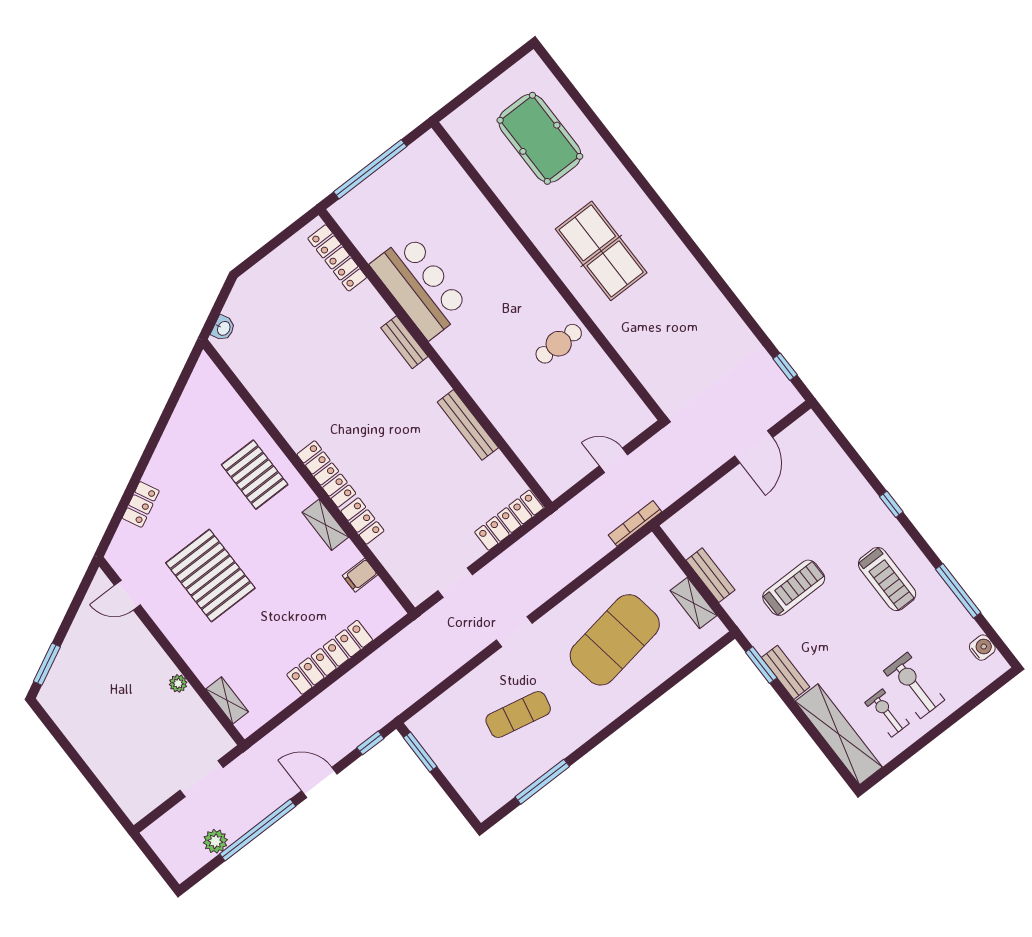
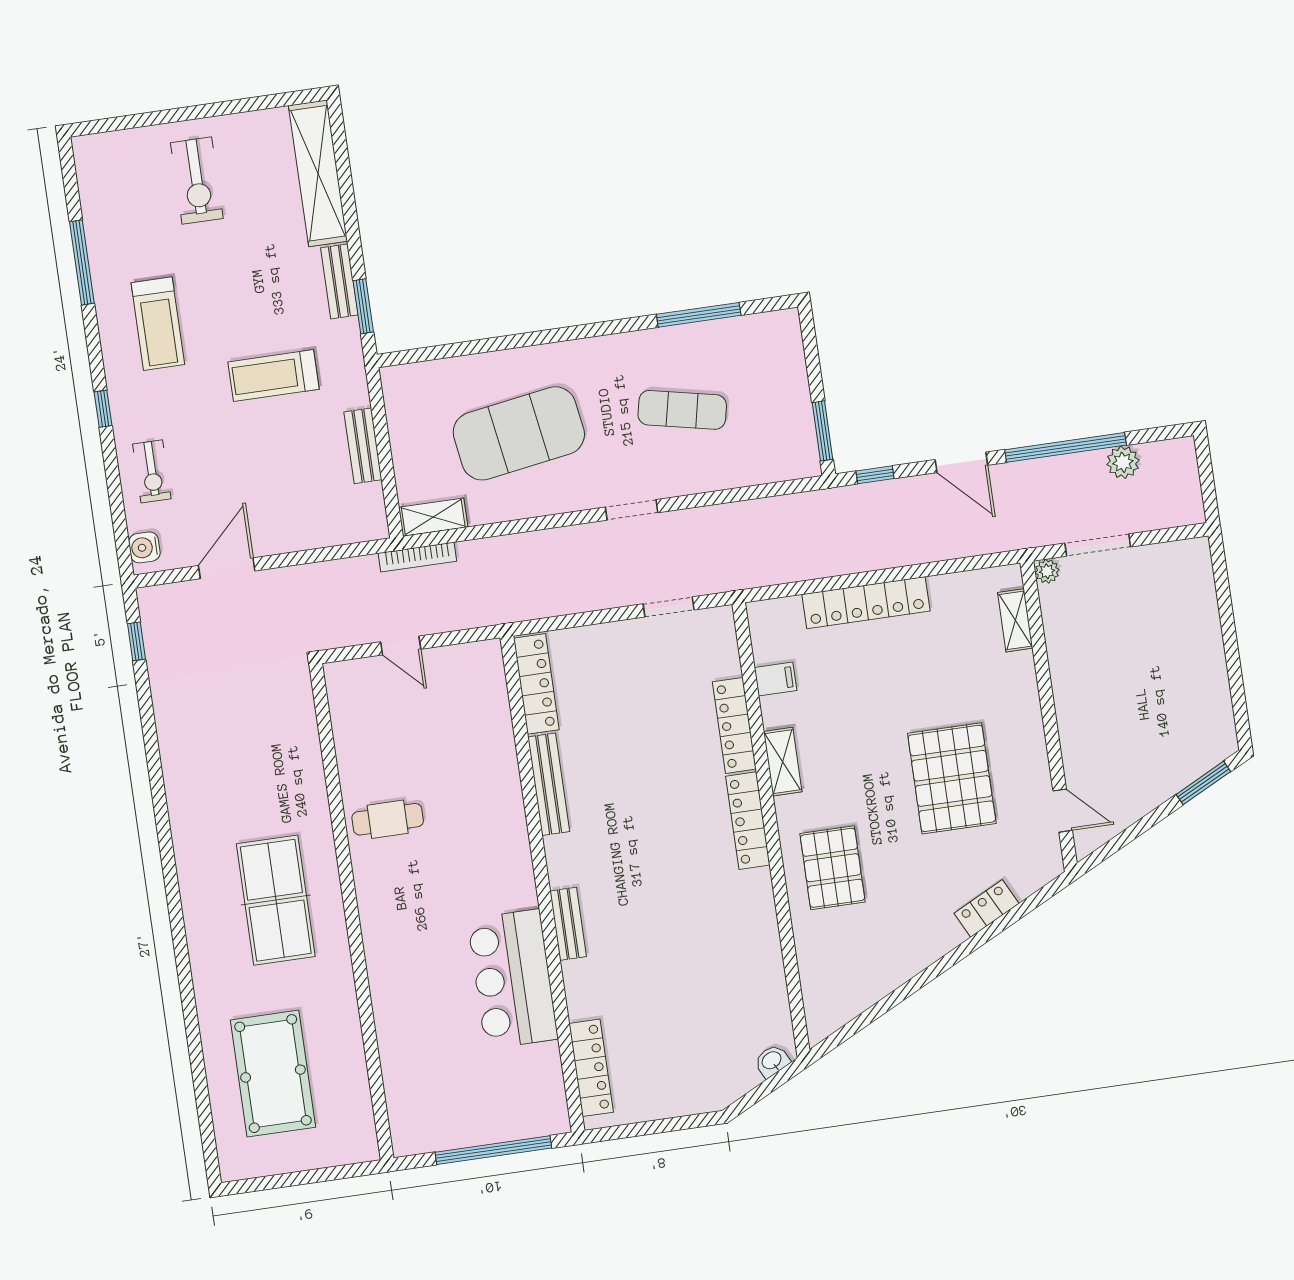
locker: (509, 520) -> (536, 684), moved, turned -90
locker: (362, 521) -> (734, 725), width x1.53
treadmill: (887, 579) -> (158, 324), turned 180
shelving: (693, 603) -> (433, 517), moved, turned 90
water cooler: (982, 648) -> (144, 547), moved
plant: (178, 683) -> (1047, 571), moved
exercise bike: (887, 713) -> (152, 471), moved

